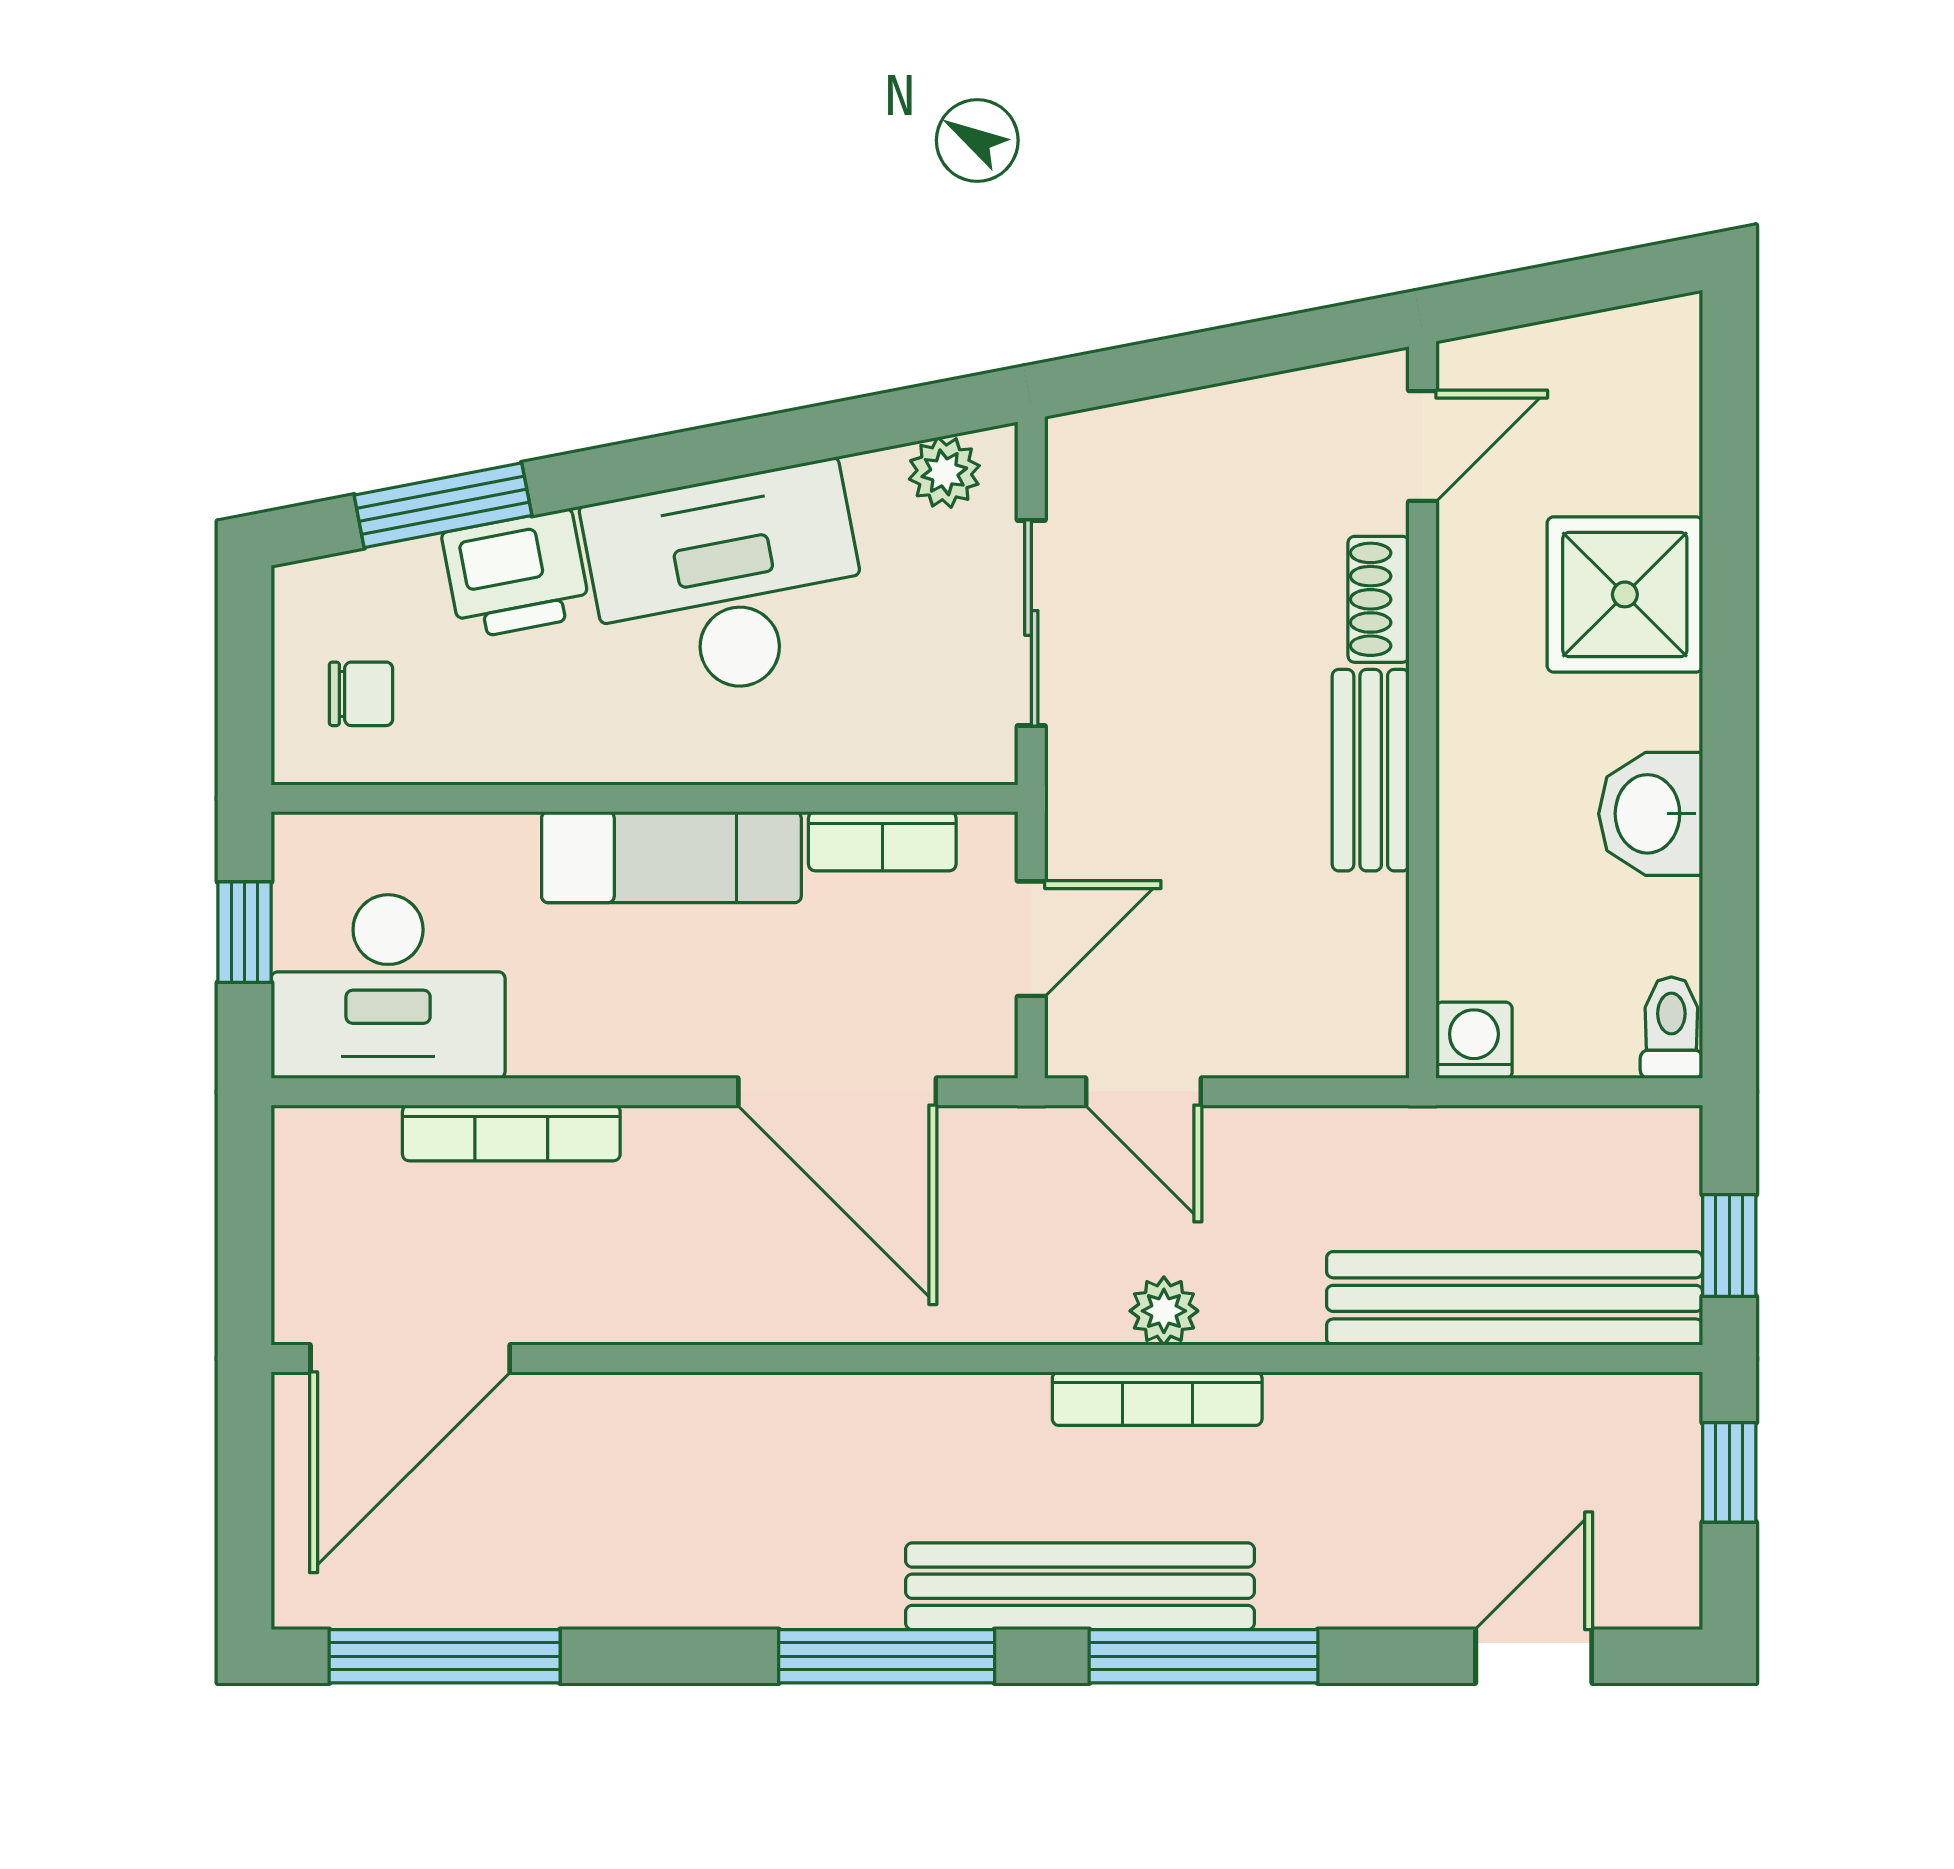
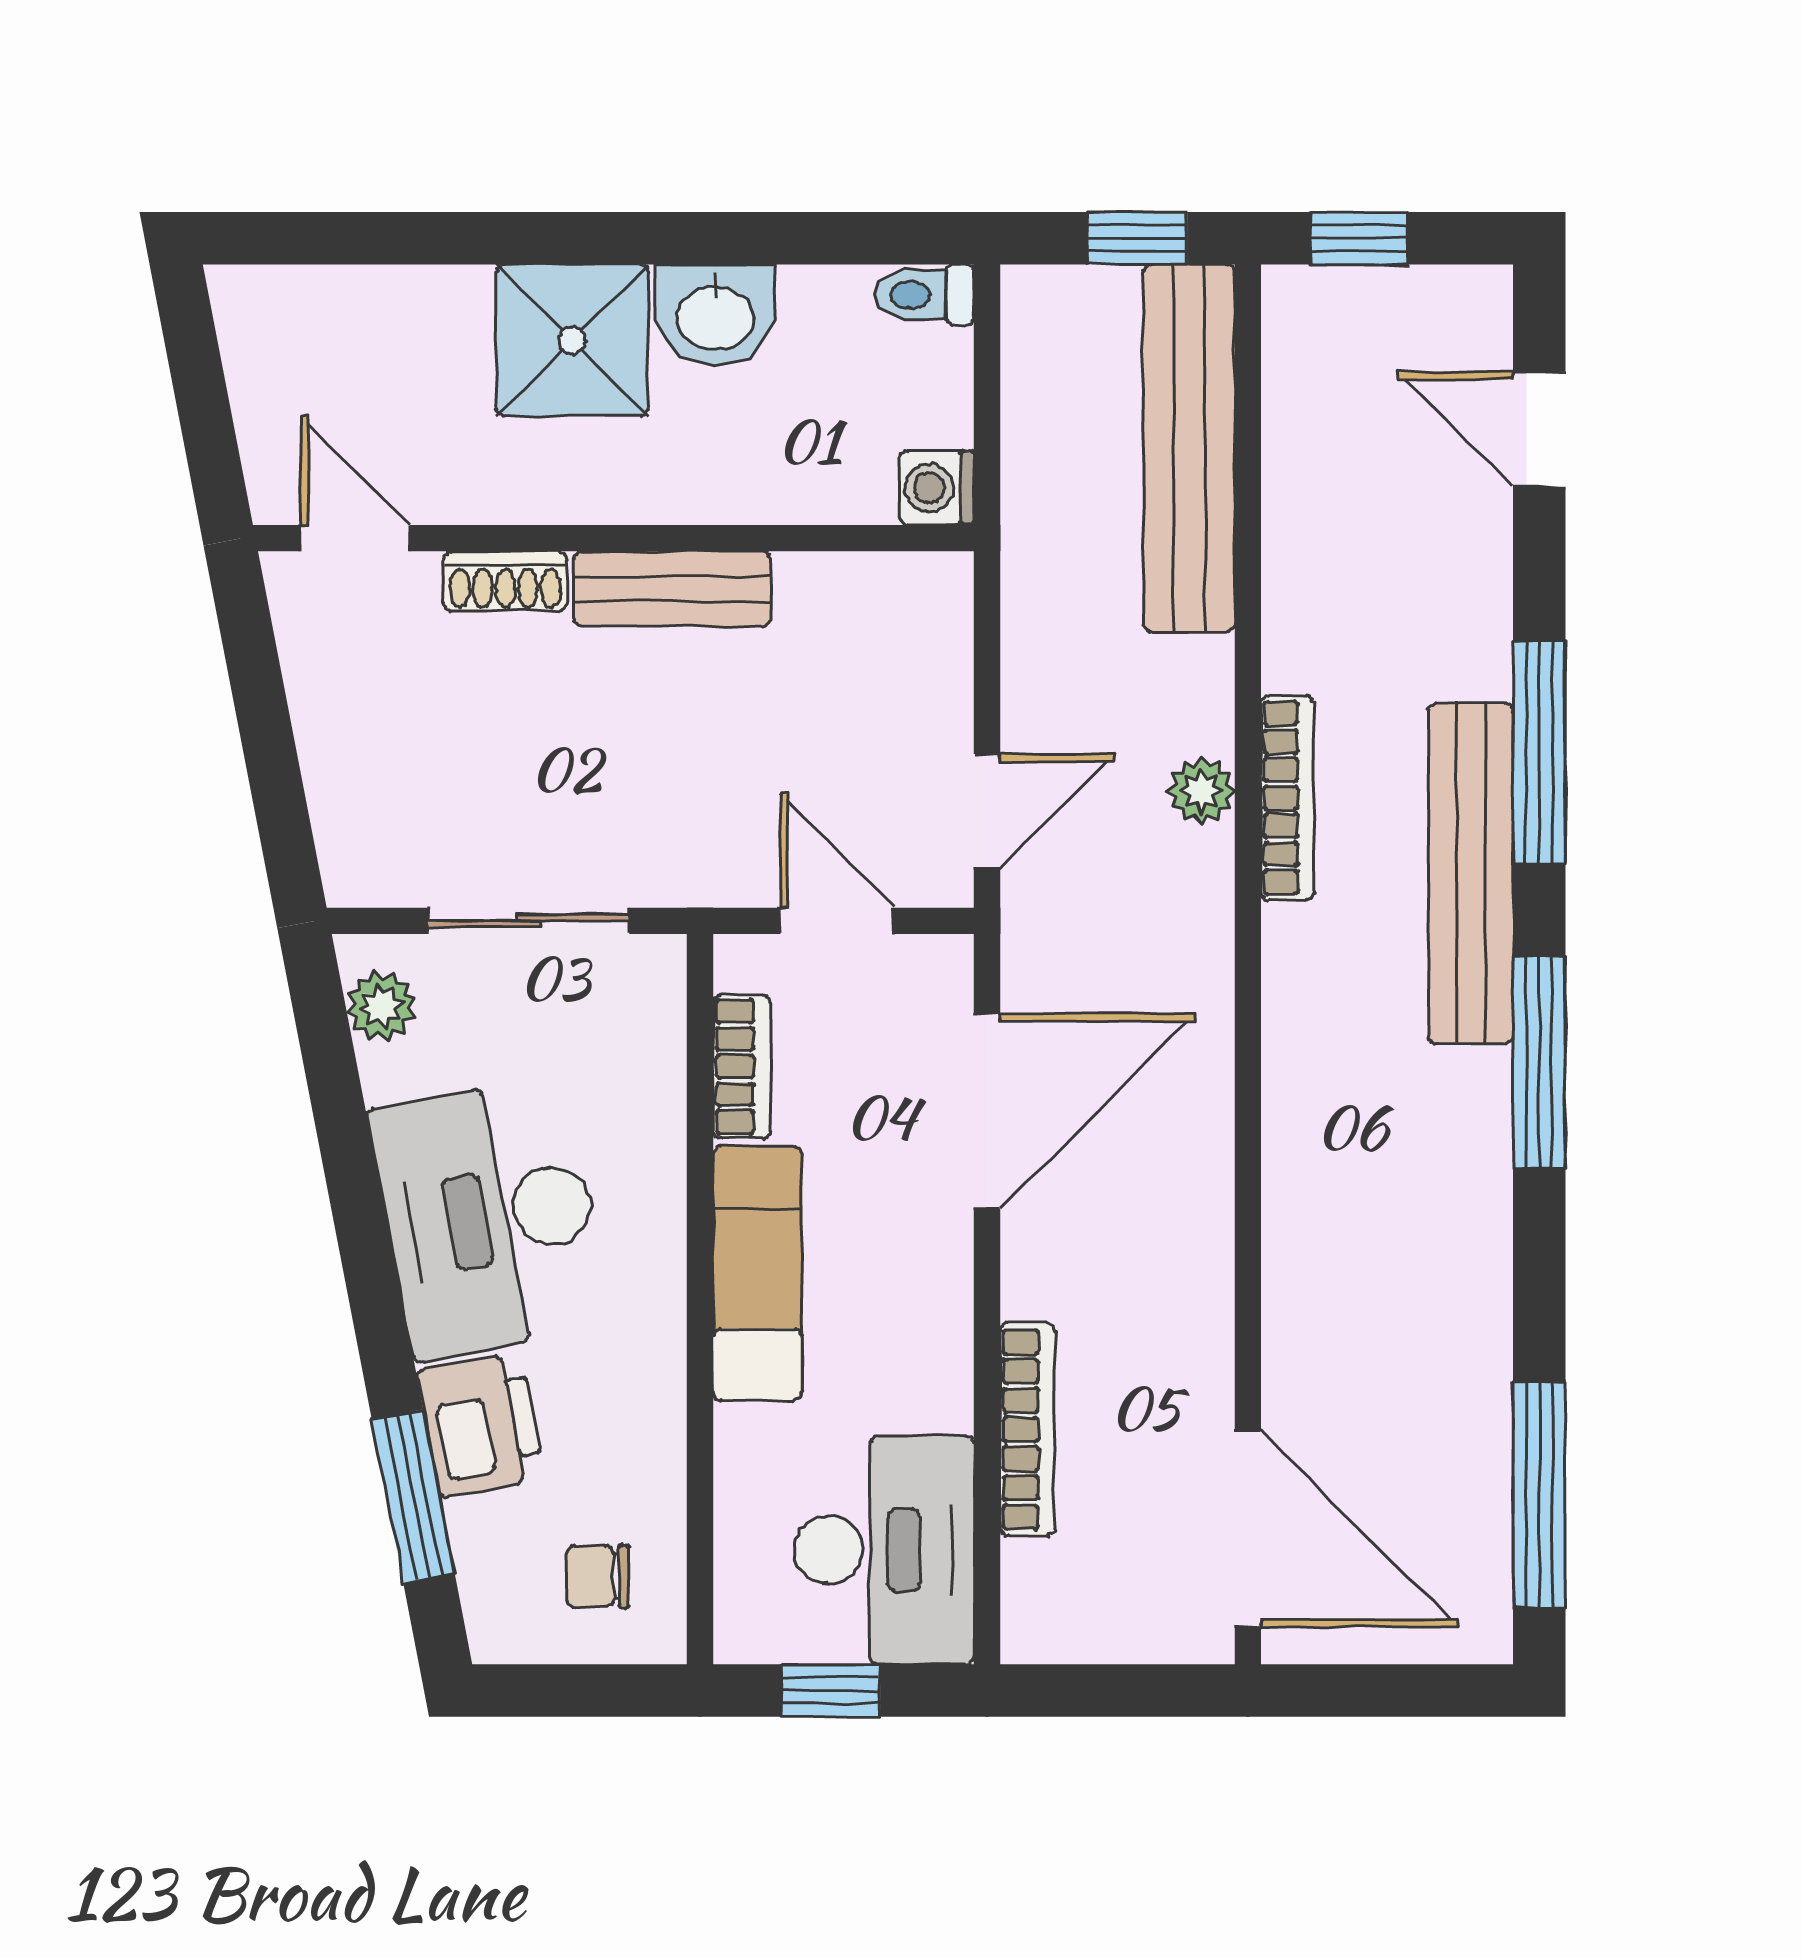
shower: (1625, 594) -> (572, 340), moved
chair: (361, 694) -> (598, 1576), turned -90

